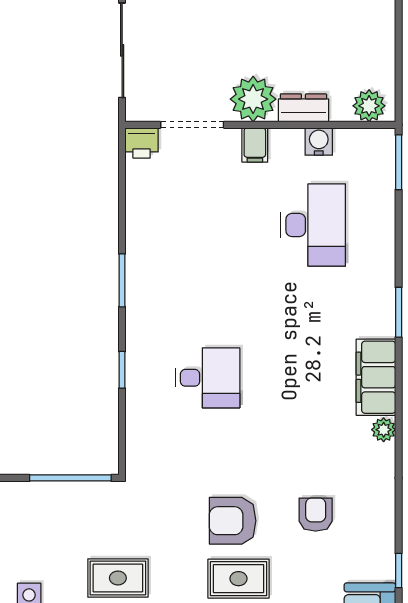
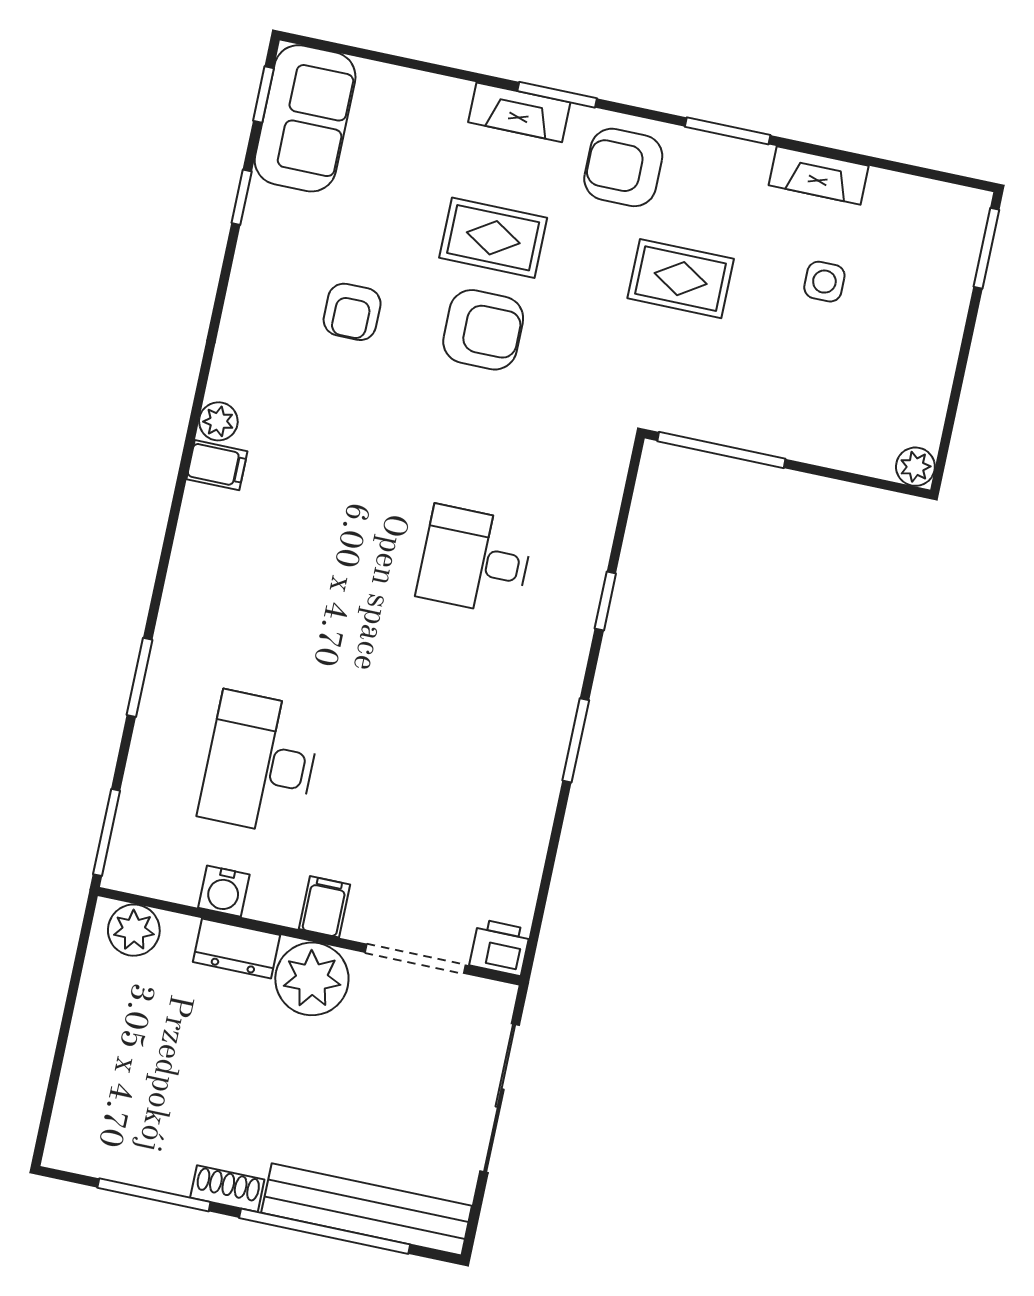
window: (399, 312) -> (140, 677), moved
filing cabinet: (376, 377) -> (217, 465), width x0.33, depth x0.86

